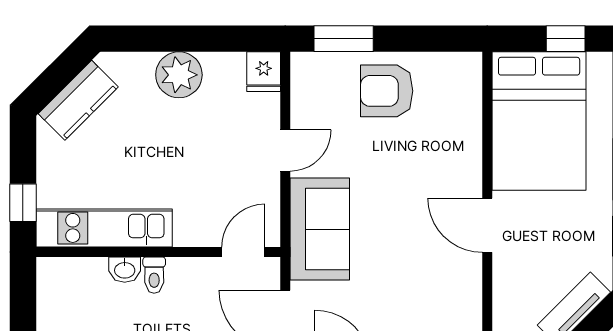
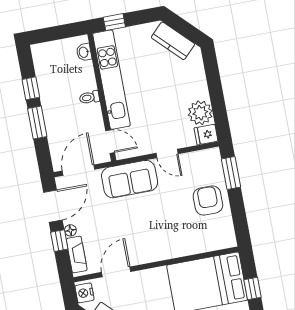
plant: (179, 75) -> (200, 113), moved
door: (487, 225) -> (116, 272), moved
kitchen unit: (104, 228) -> (111, 80), width x1.36
washbasin: (125, 270) -> (84, 52), moved

